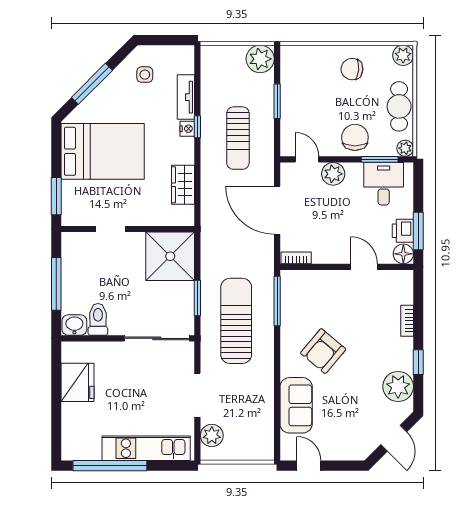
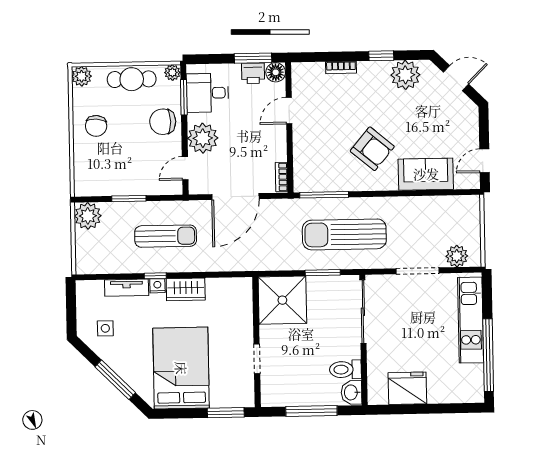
plant: (333, 174) -> (203, 138), width x1.36, depth x1.36
wardrobe: (183, 185) -> (186, 289), moved

